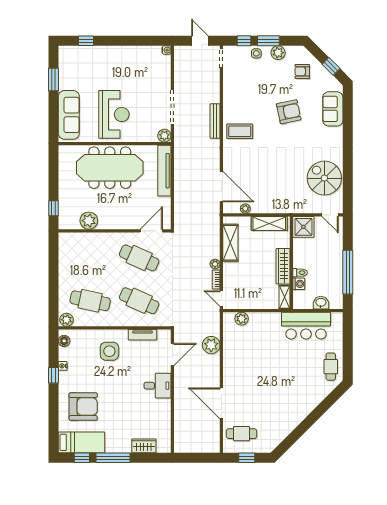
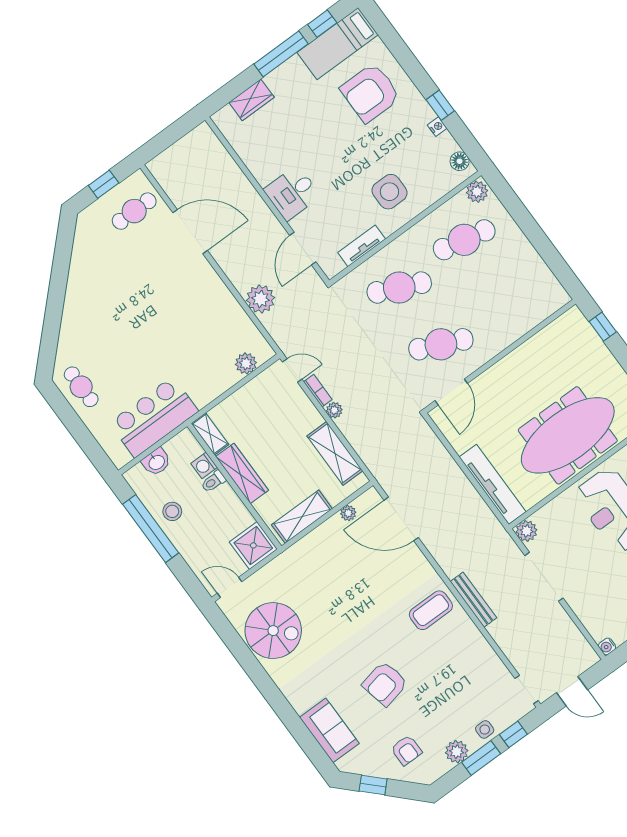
armchair: (302, 71) -> (406, 750), turned 90
plant: (89, 221) -> (544, 345), removed
stool: (331, 273) -> (172, 511), added

